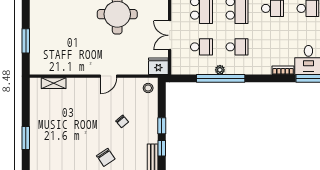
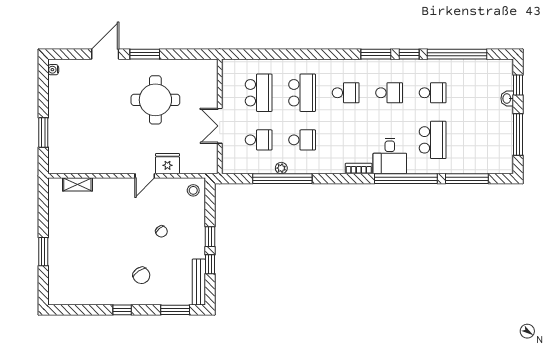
fridge: (158, 66) -> (167, 164), moved

